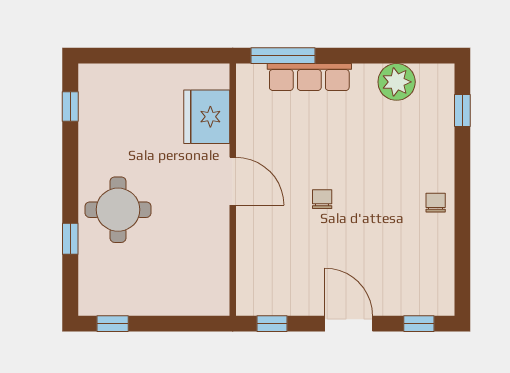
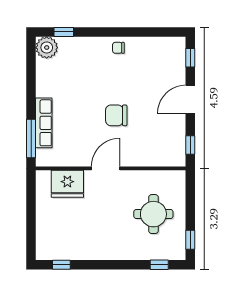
plant: (397, 82) -> (47, 48), moved
chair: (322, 199) -> (116, 115), width x1.87, depth x1.87
round table: (118, 210) -> (153, 214), moved
window: (70, 239) -> (159, 265), moved

